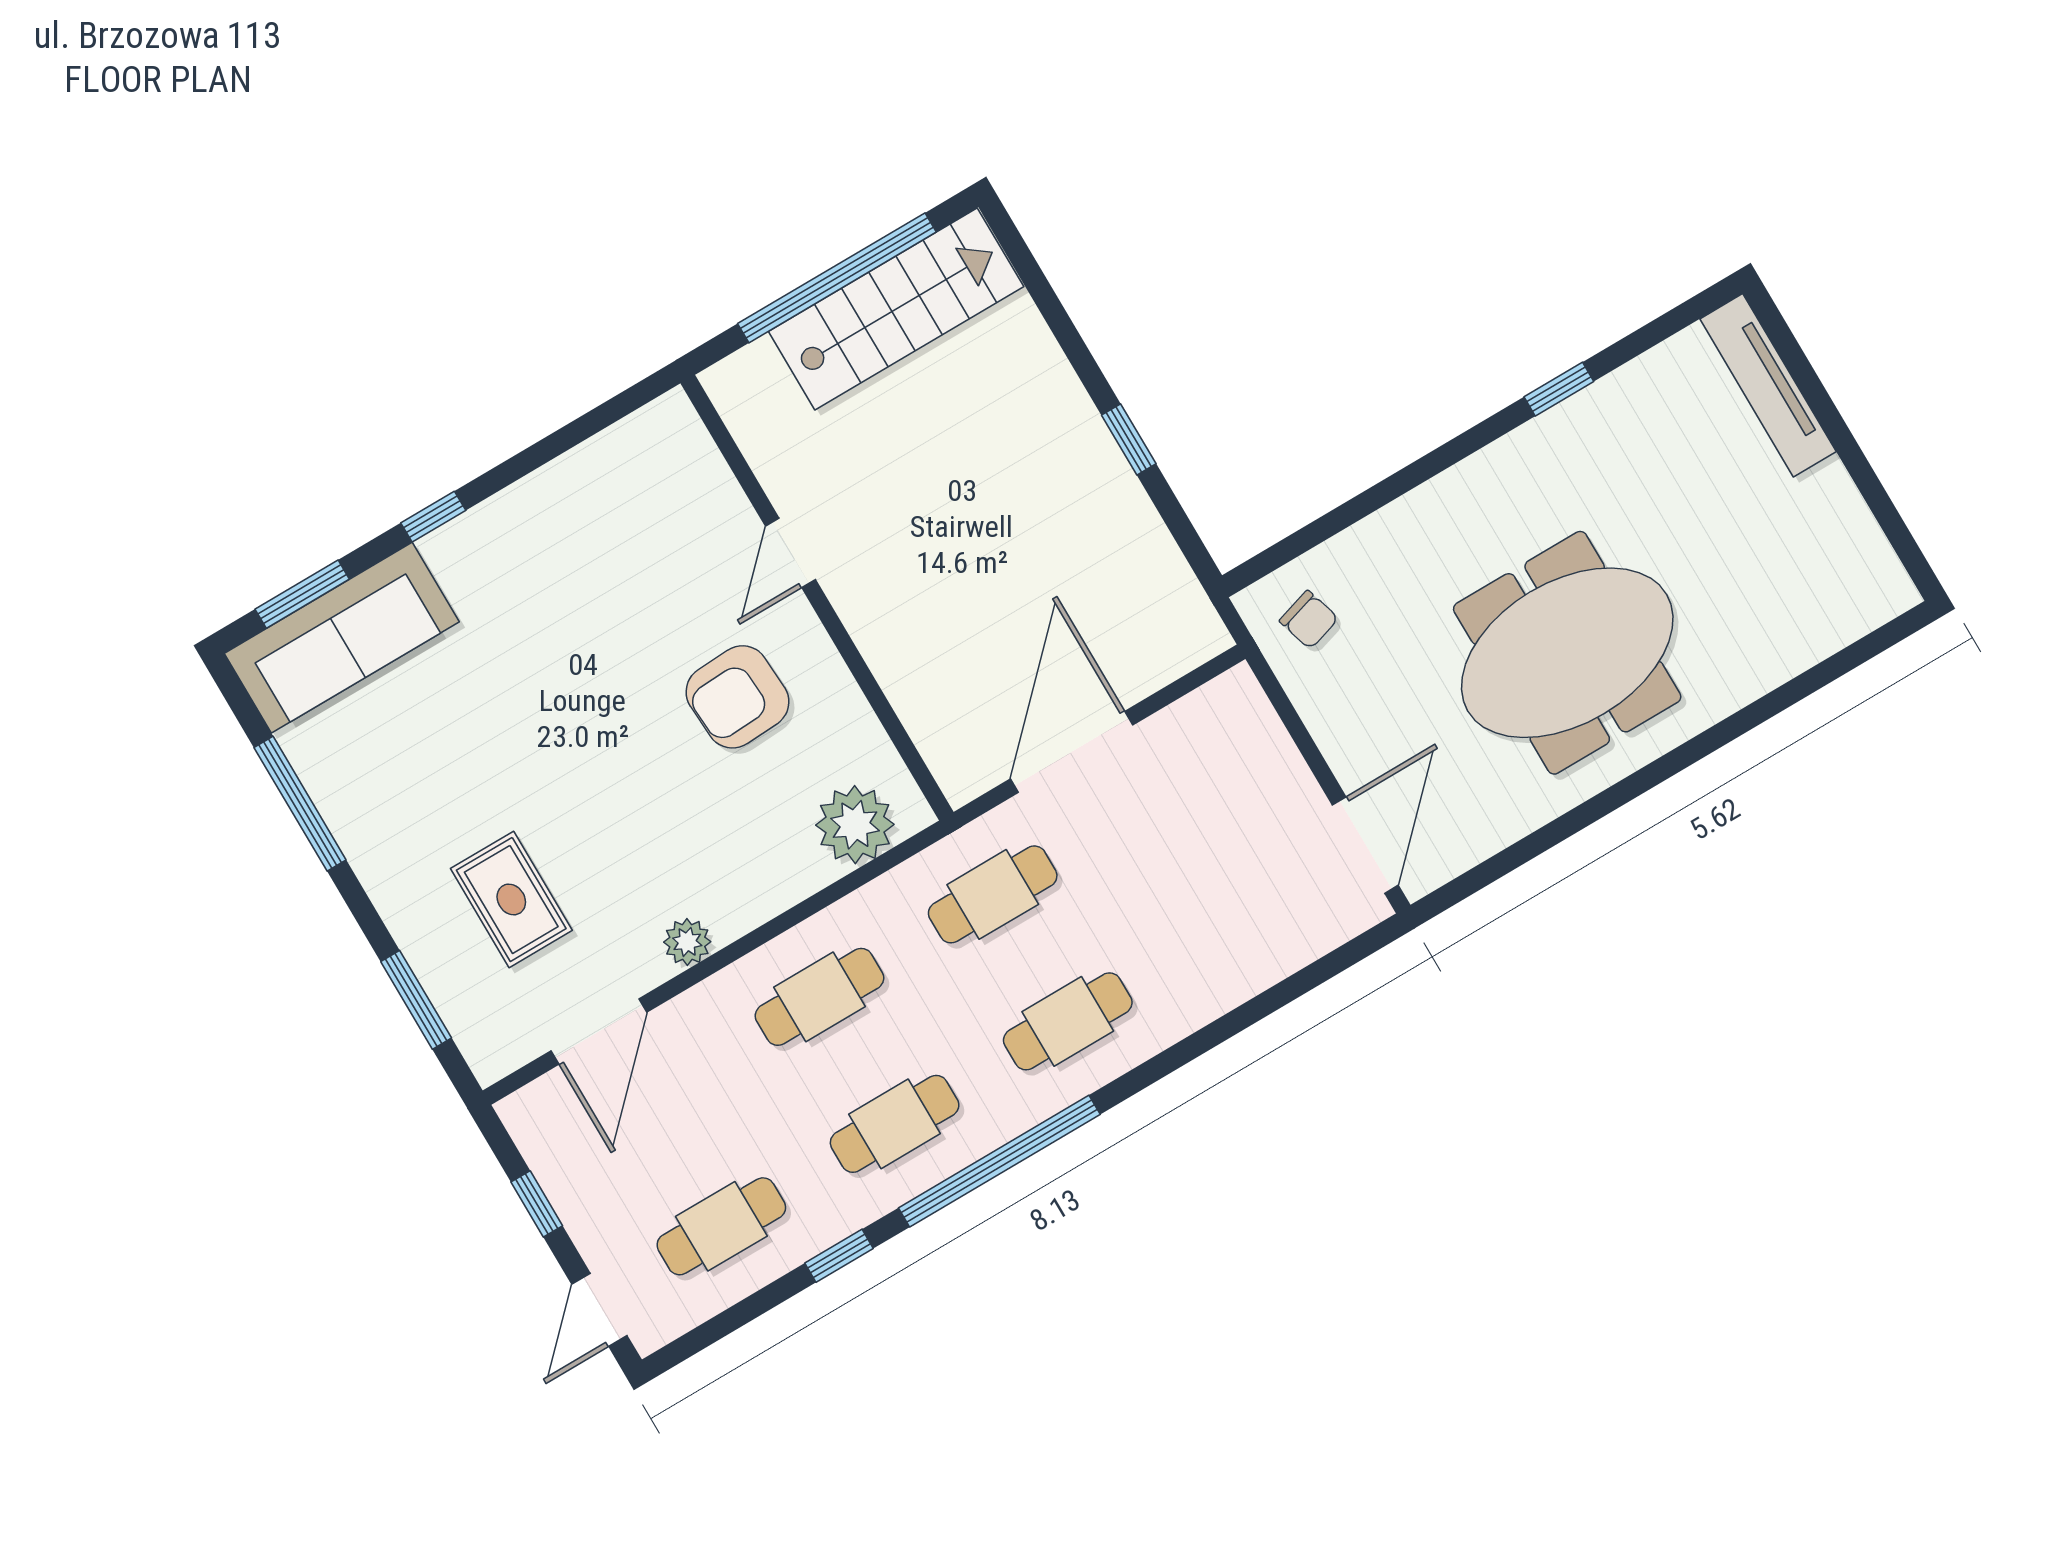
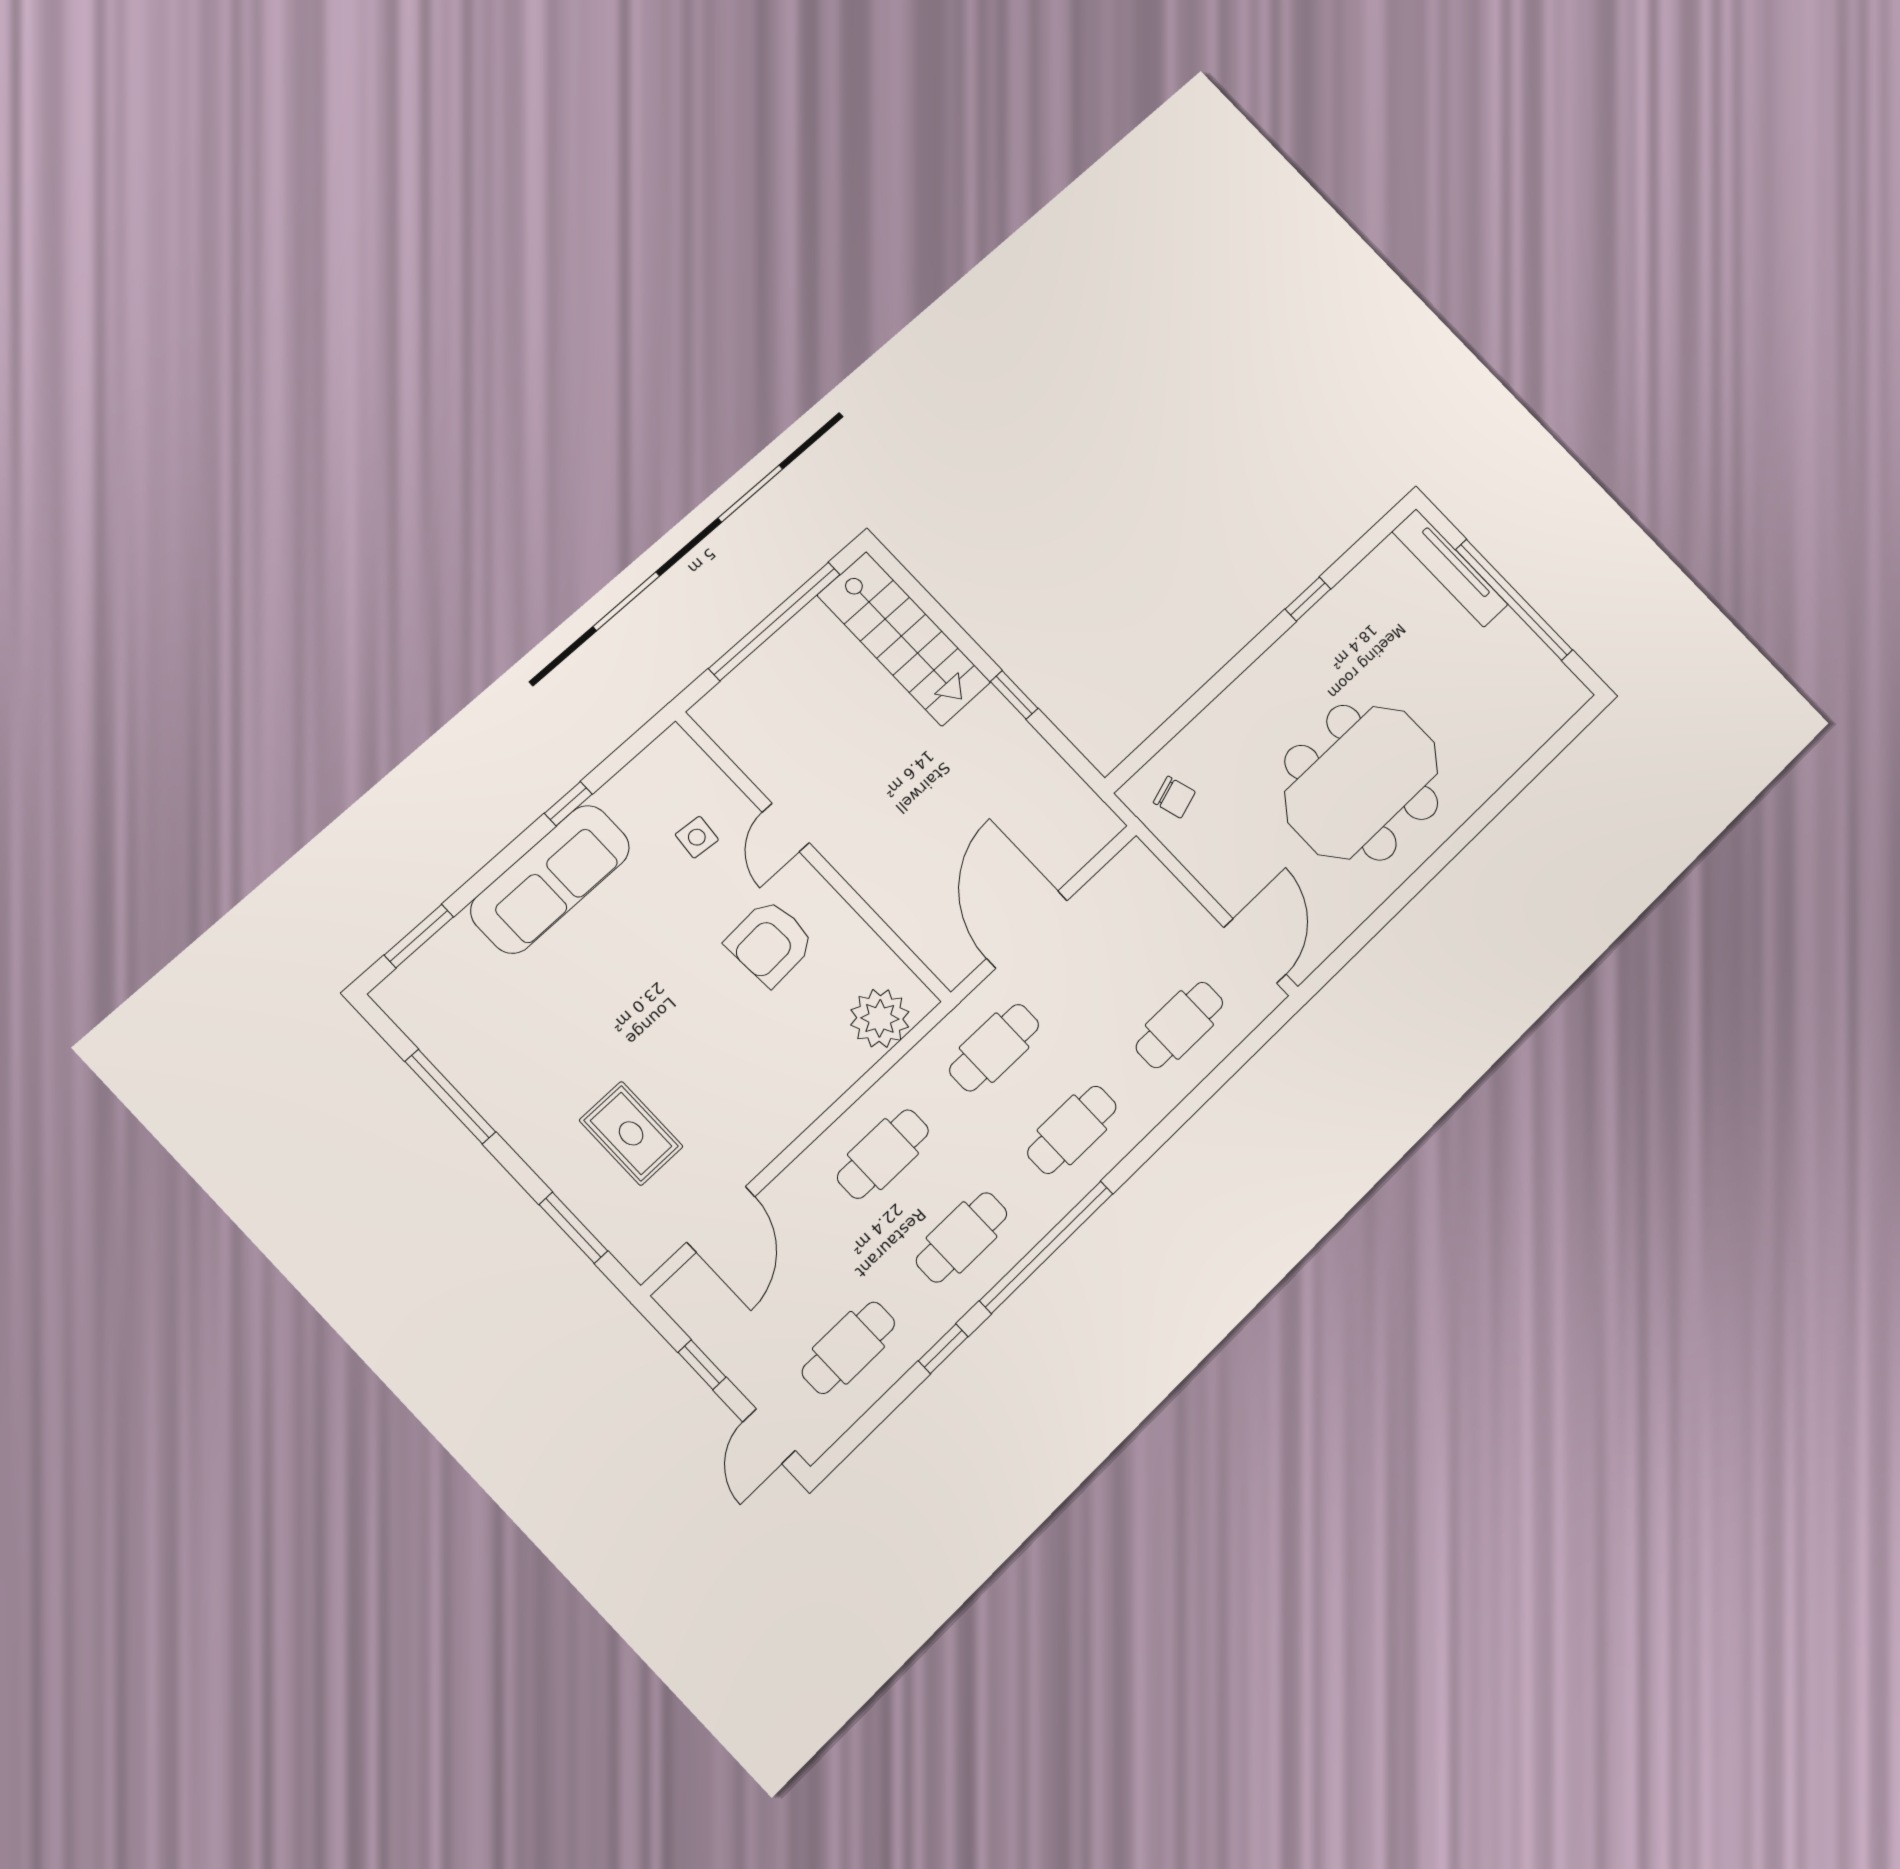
stairs: (896, 309) -> (904, 639), moved, turned 90
window: (1847, 447) -> (1514, 600), added
window: (433, 517) -> (568, 804), moved
side table: (675, 542) -> (697, 837), added
sofa: (342, 638) -> (550, 879), moved
cafe table: (1241, 919) -> (1179, 1025), added
plant: (687, 942) -> (773, 1135), removed

